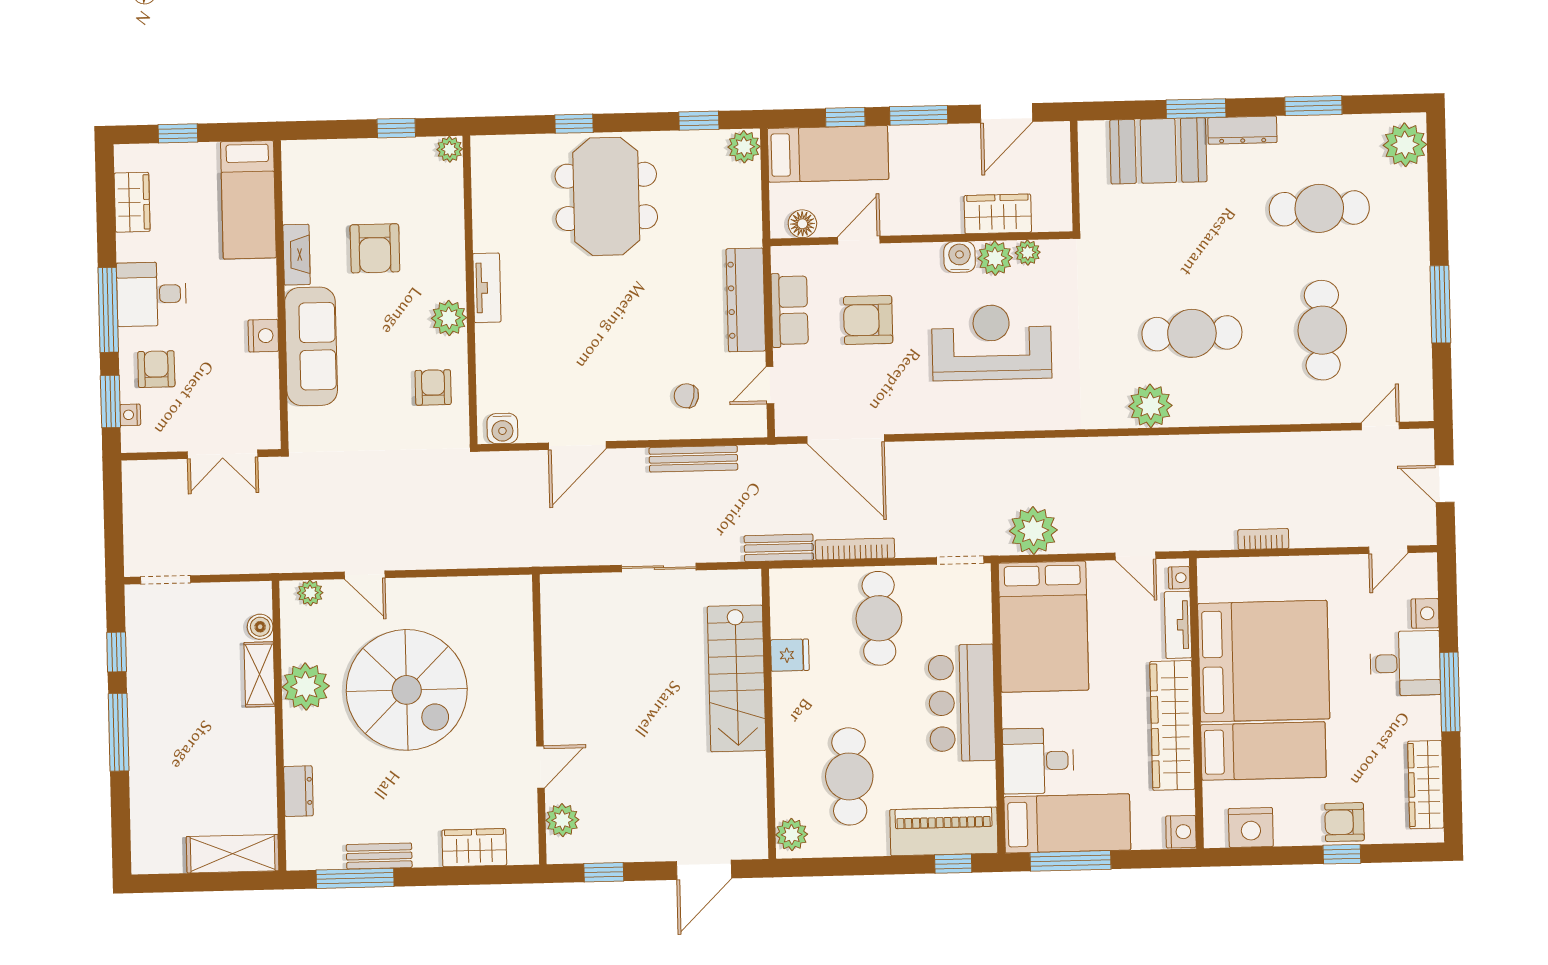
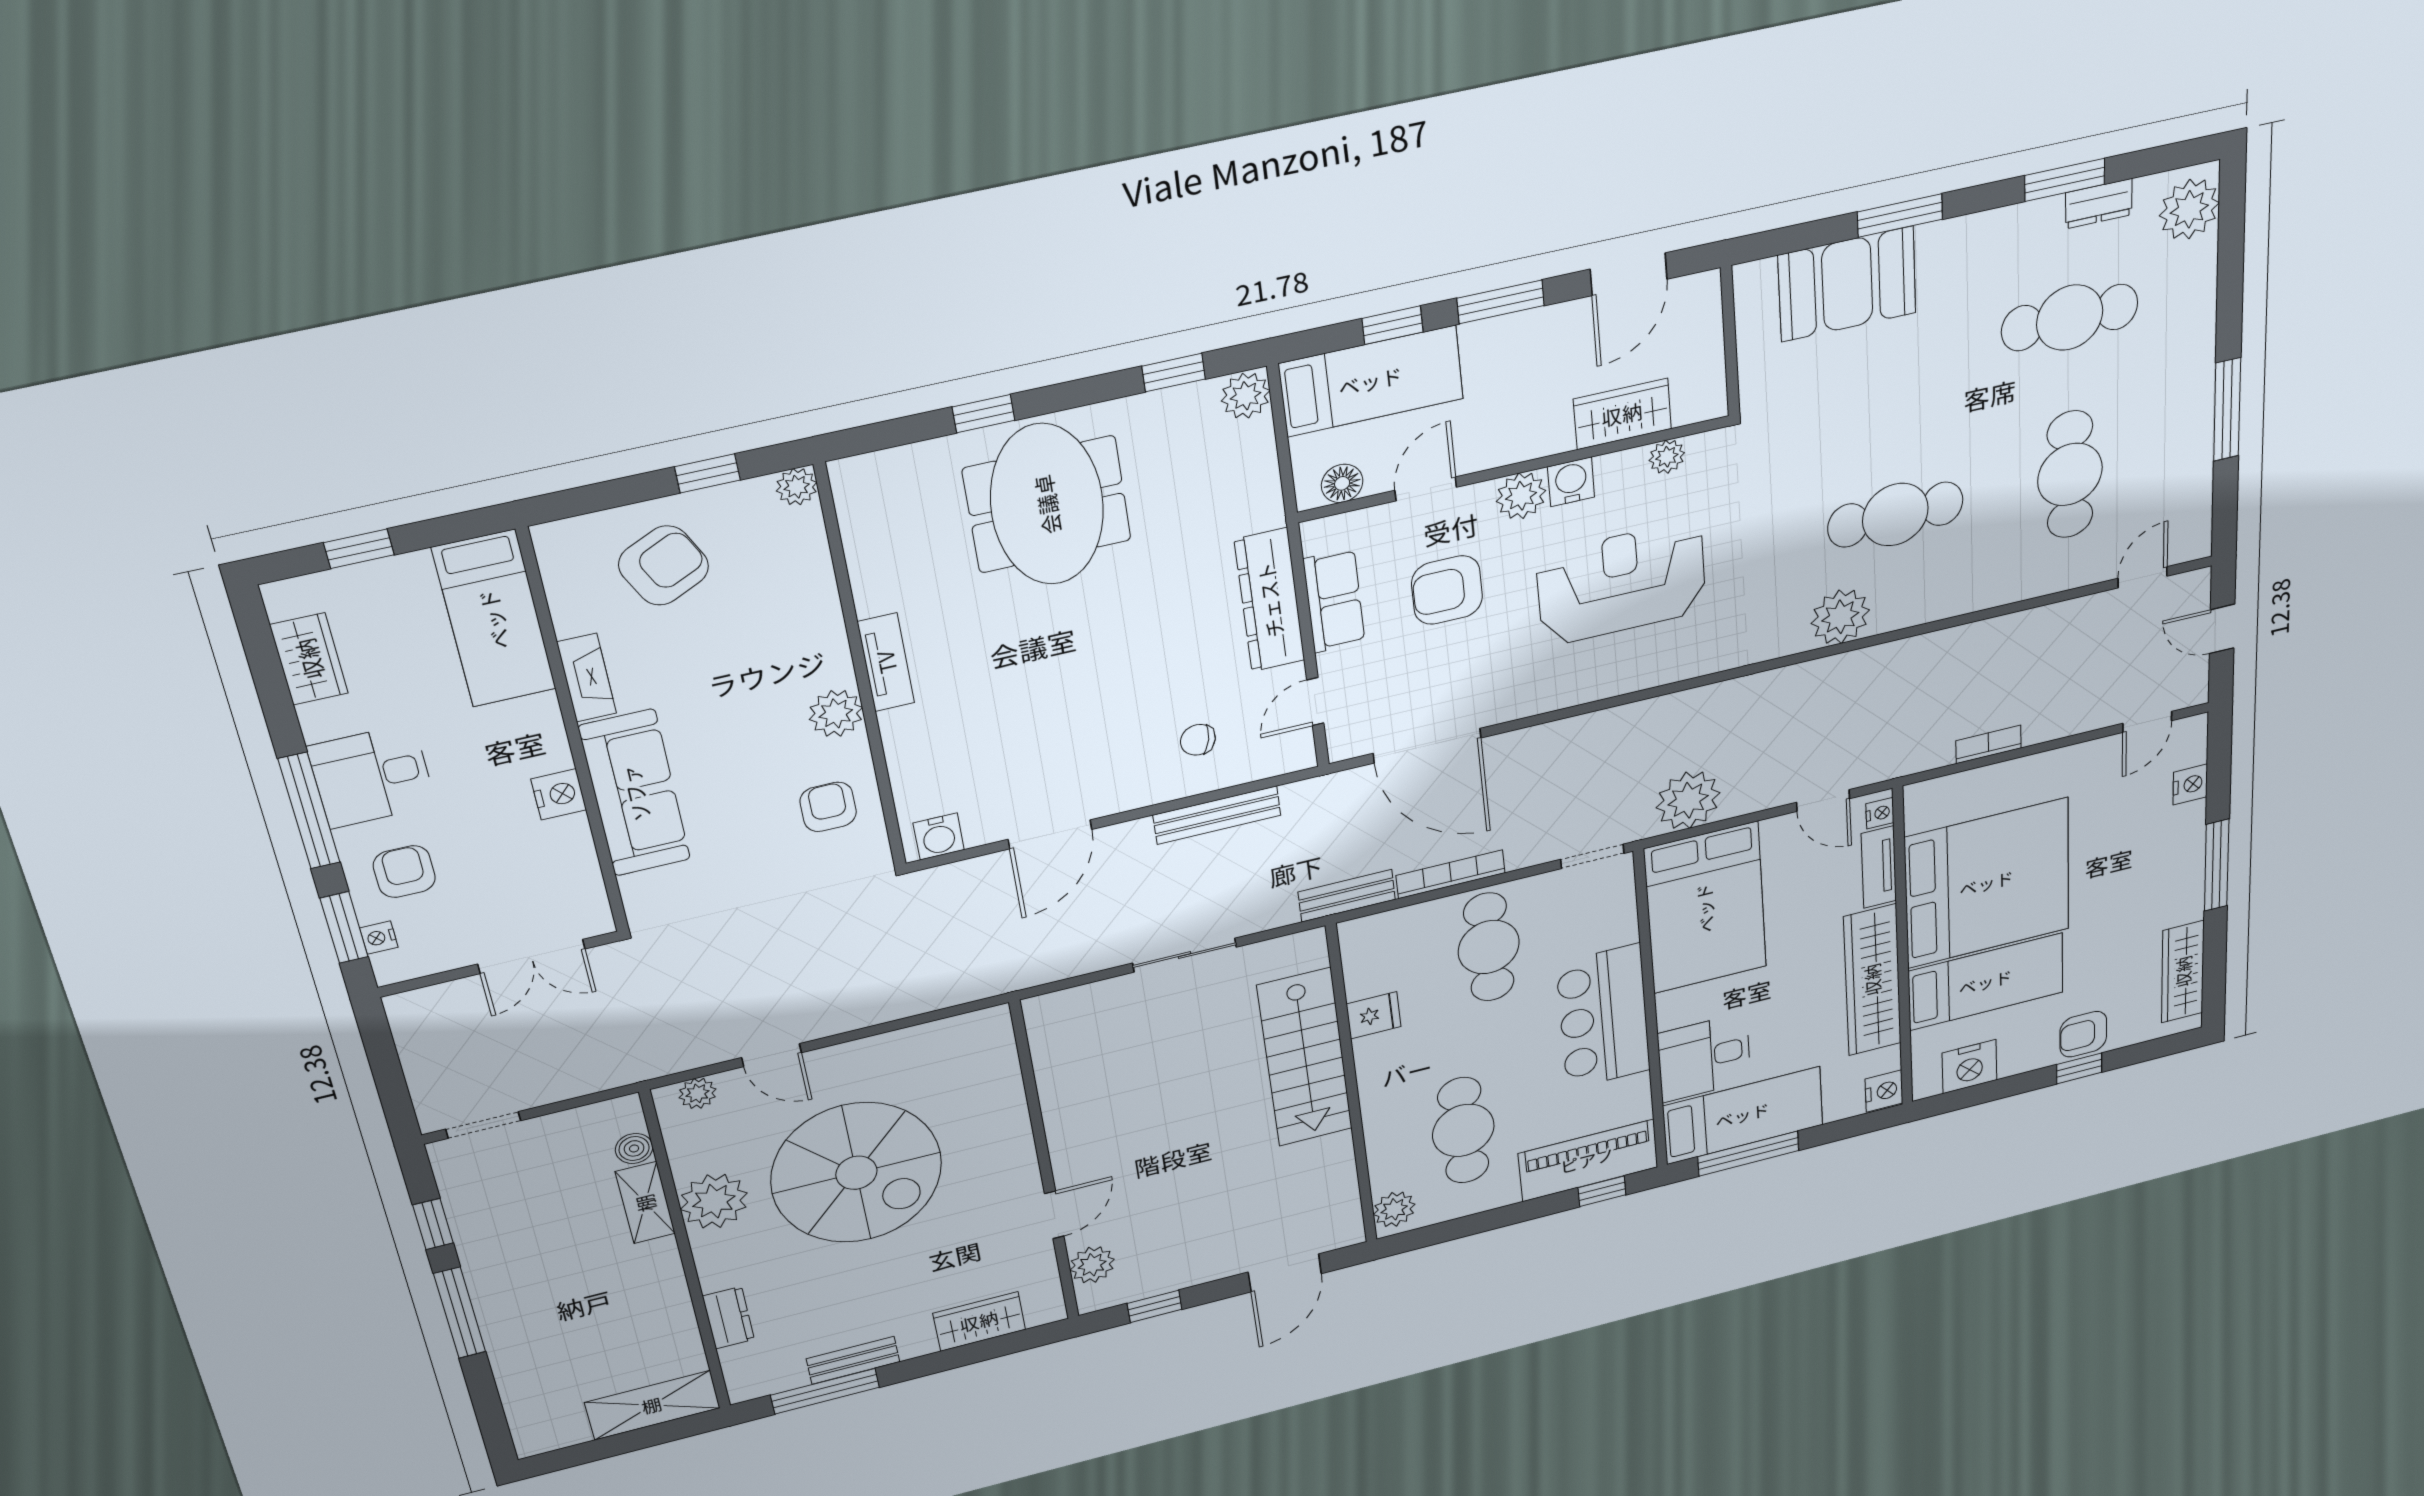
dresser: (1242, 130) -> (2099, 204), moved, width x0.70
armchair: (375, 248) -> (664, 566), moved, turned -116
plant: (995, 258) -> (1521, 496), moved
desk: (1405, 663) -> (2163, 846), removed

